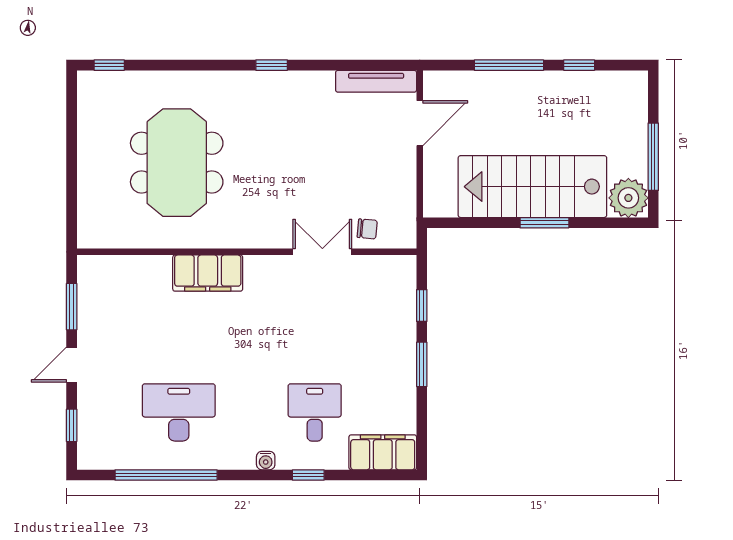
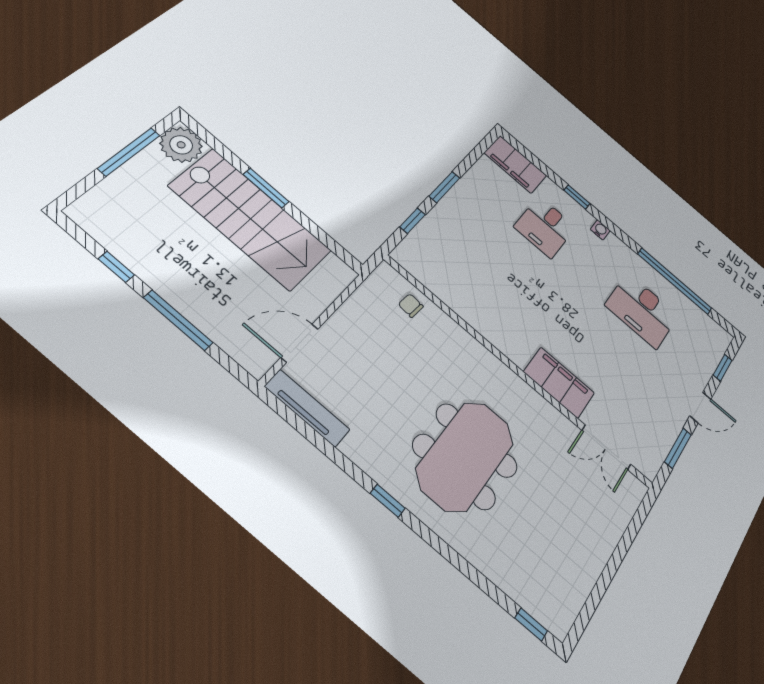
meeting table: (177, 163) -> (465, 456), moved
double door: (322, 252) -> (606, 447), moved

